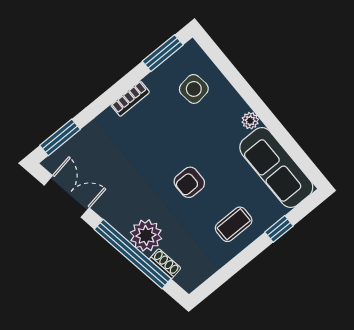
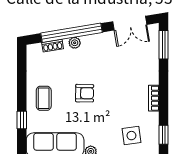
window: (163, 53) -> (164, 135), width x0.67
armchair: (189, 182) -> (85, 93), turned 91
plant: (146, 235) -> (75, 43), width x0.53, depth x0.53

